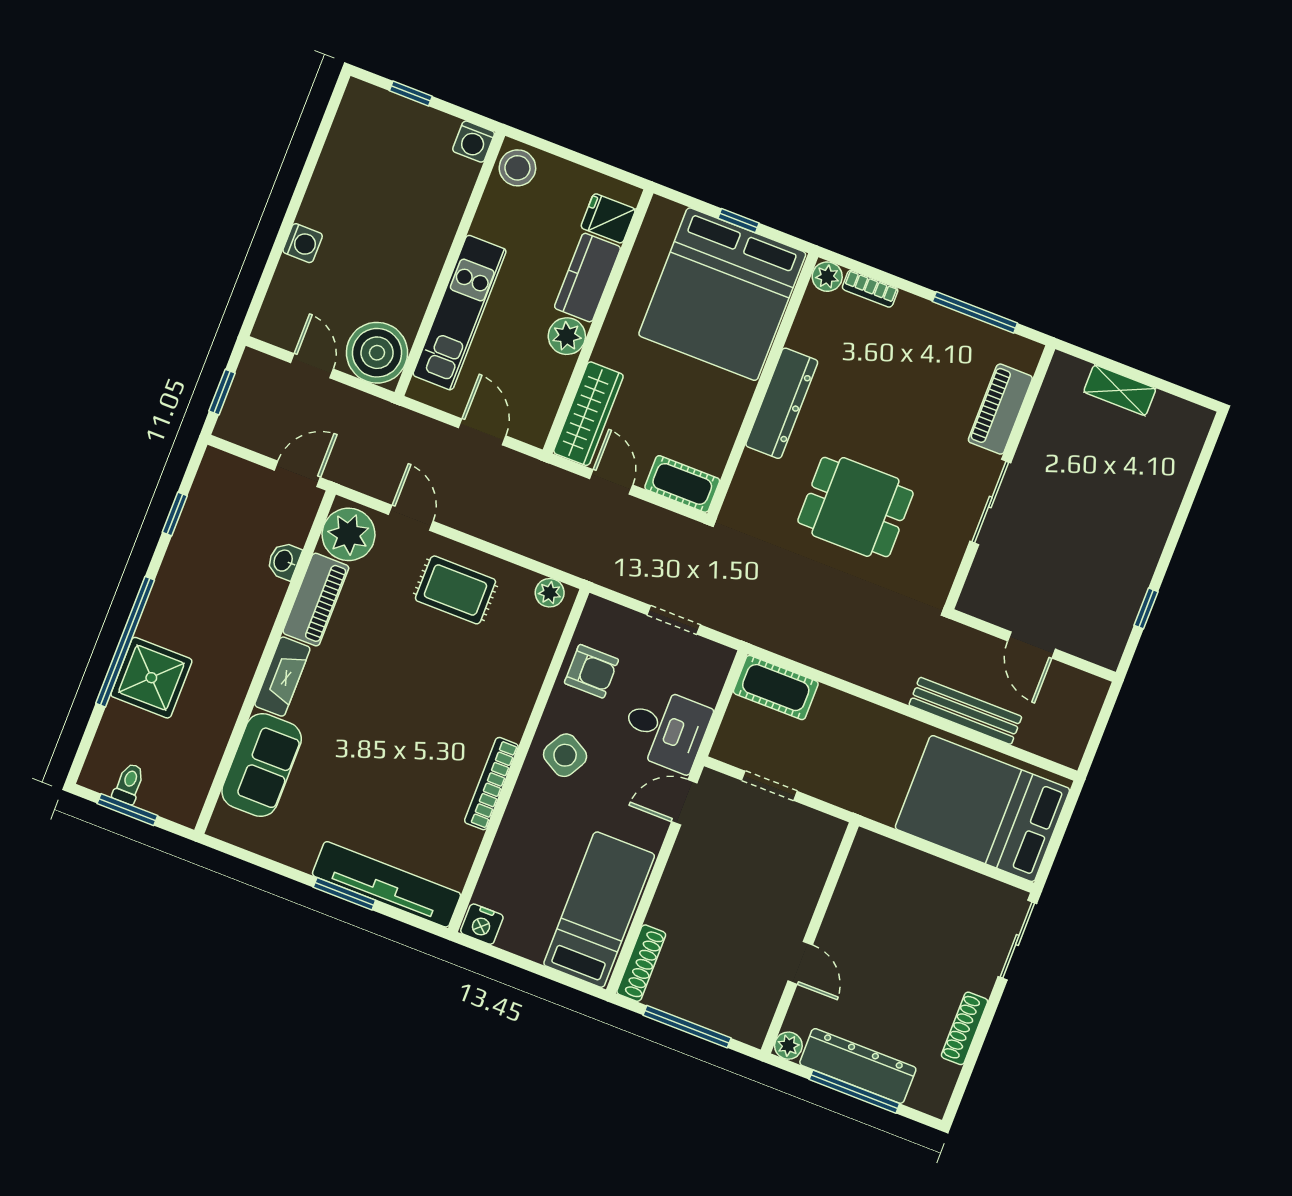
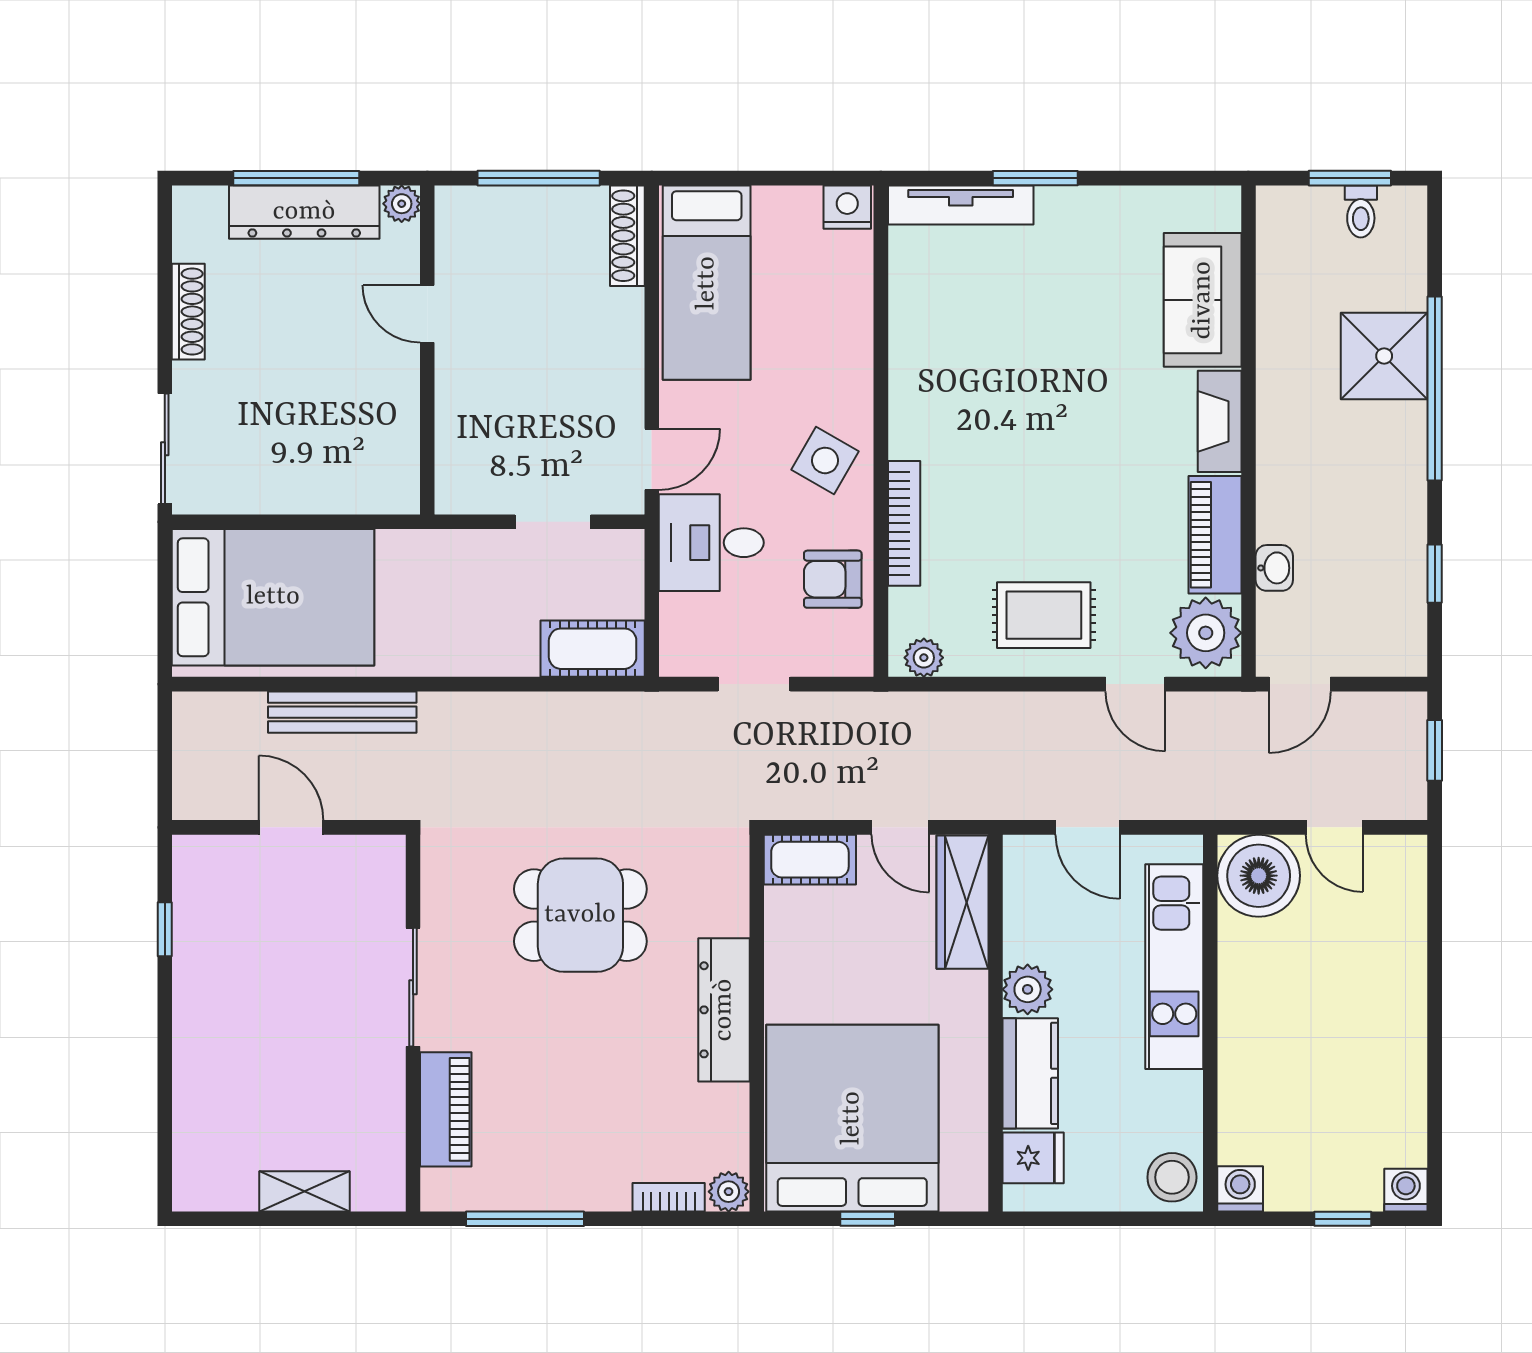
washing machine: (303, 243) -> (1406, 1190), moved, turned 90
bookcase: (491, 784) -> (904, 523), moved
tv unit: (386, 884) -> (961, 205), width x0.73, depth x0.78

